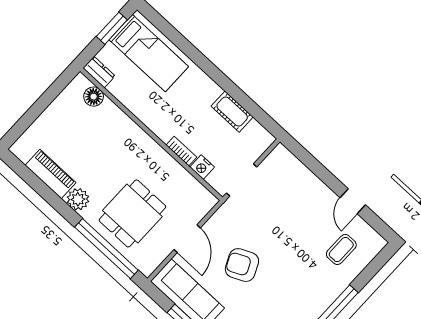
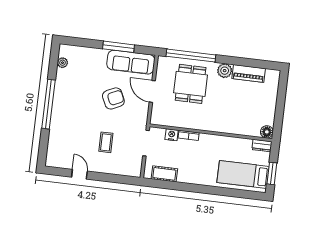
floor lamp: (94, 97) -> (267, 132), moved
cot: (232, 112) -> (164, 174), moved
coffee table: (341, 249) -> (106, 142), moved

